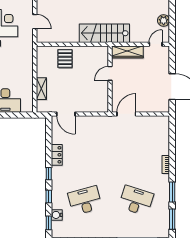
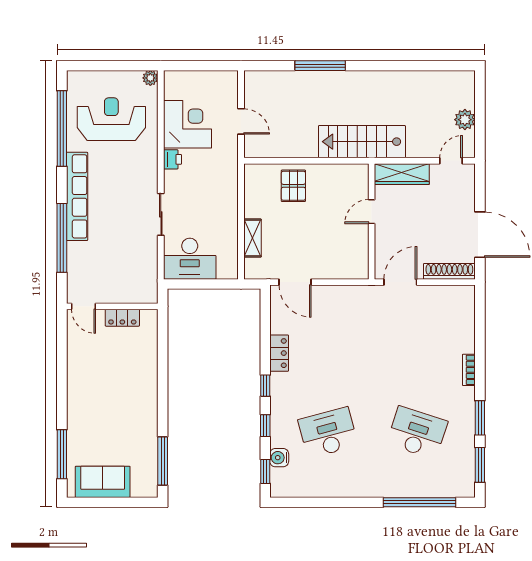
shoe rack: (155, 108) -> (449, 271), added

